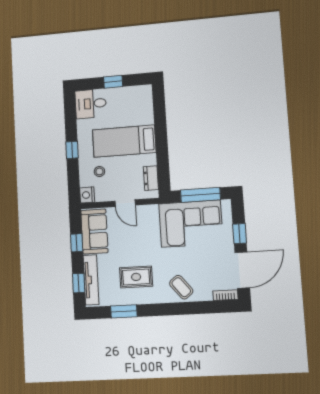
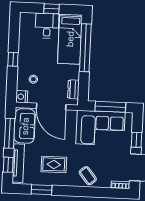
desk: (91, 104) -> (47, 26), moved, turned 90
window: (160, 124) -> (85, 48), added
bed: (124, 141) -> (70, 39), moved, turned -90
door: (125, 203) -> (51, 107), width x1.87
window: (77, 243) -> (10, 133), width x2.17

